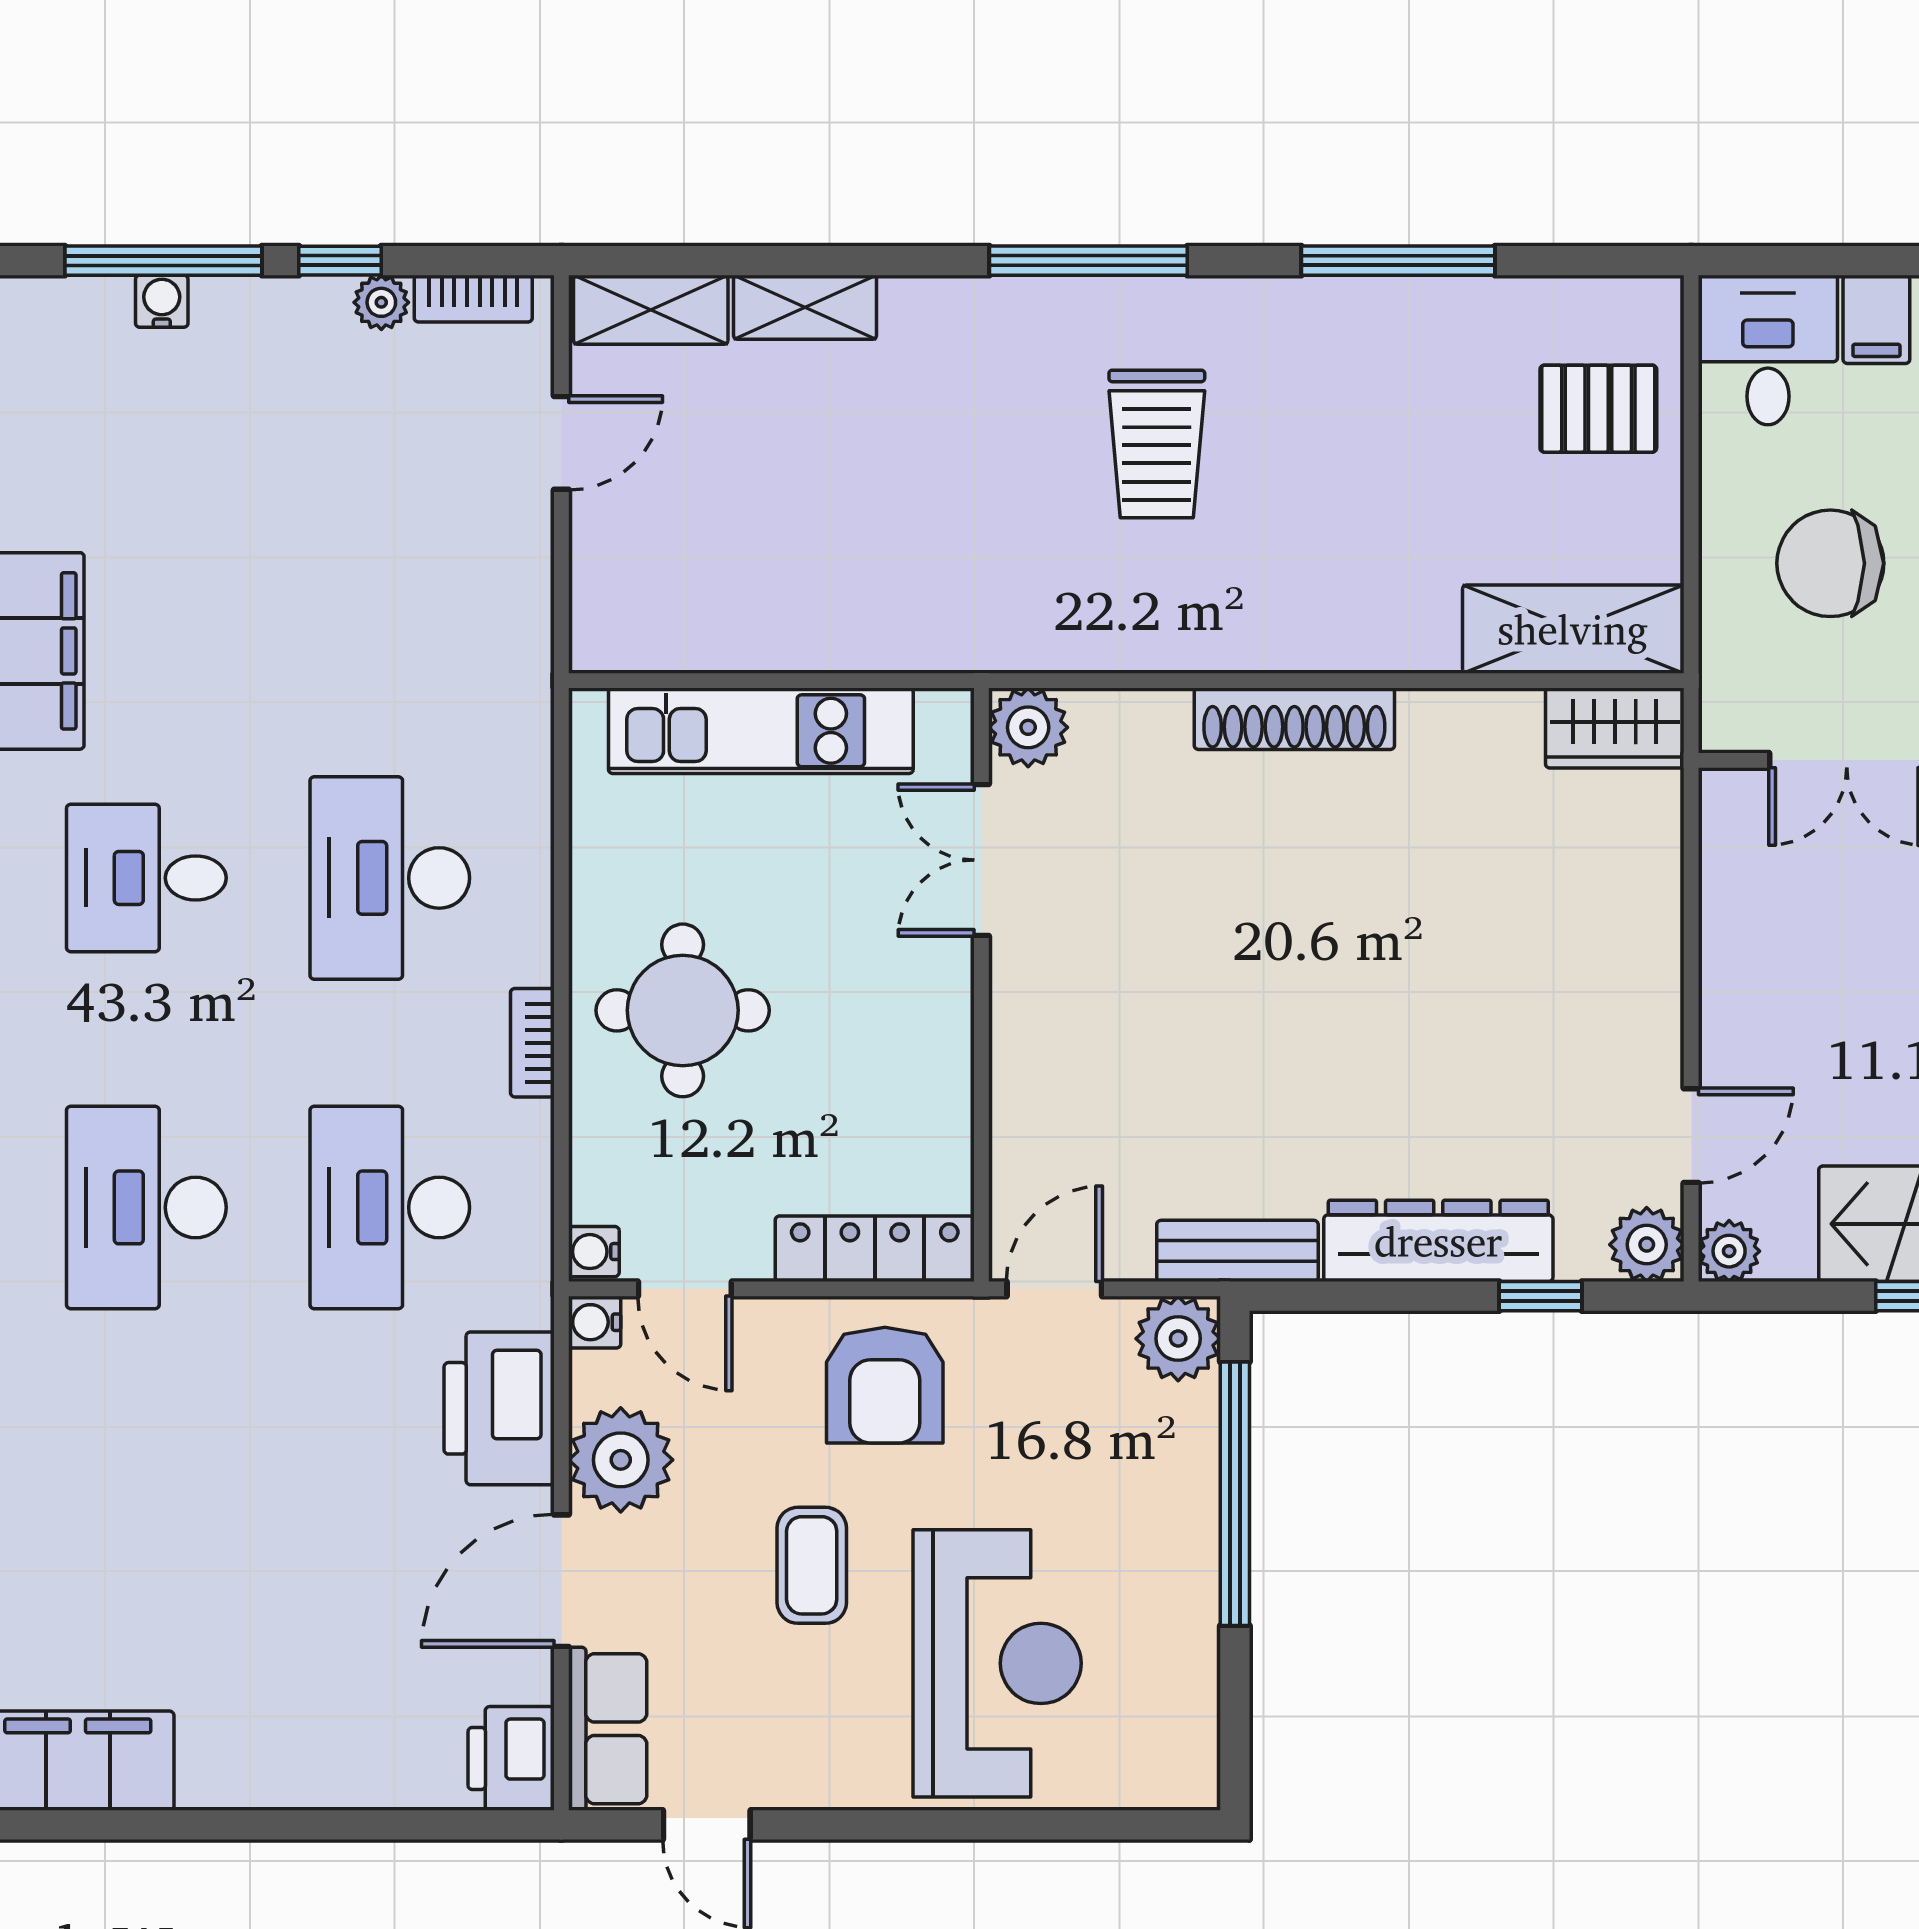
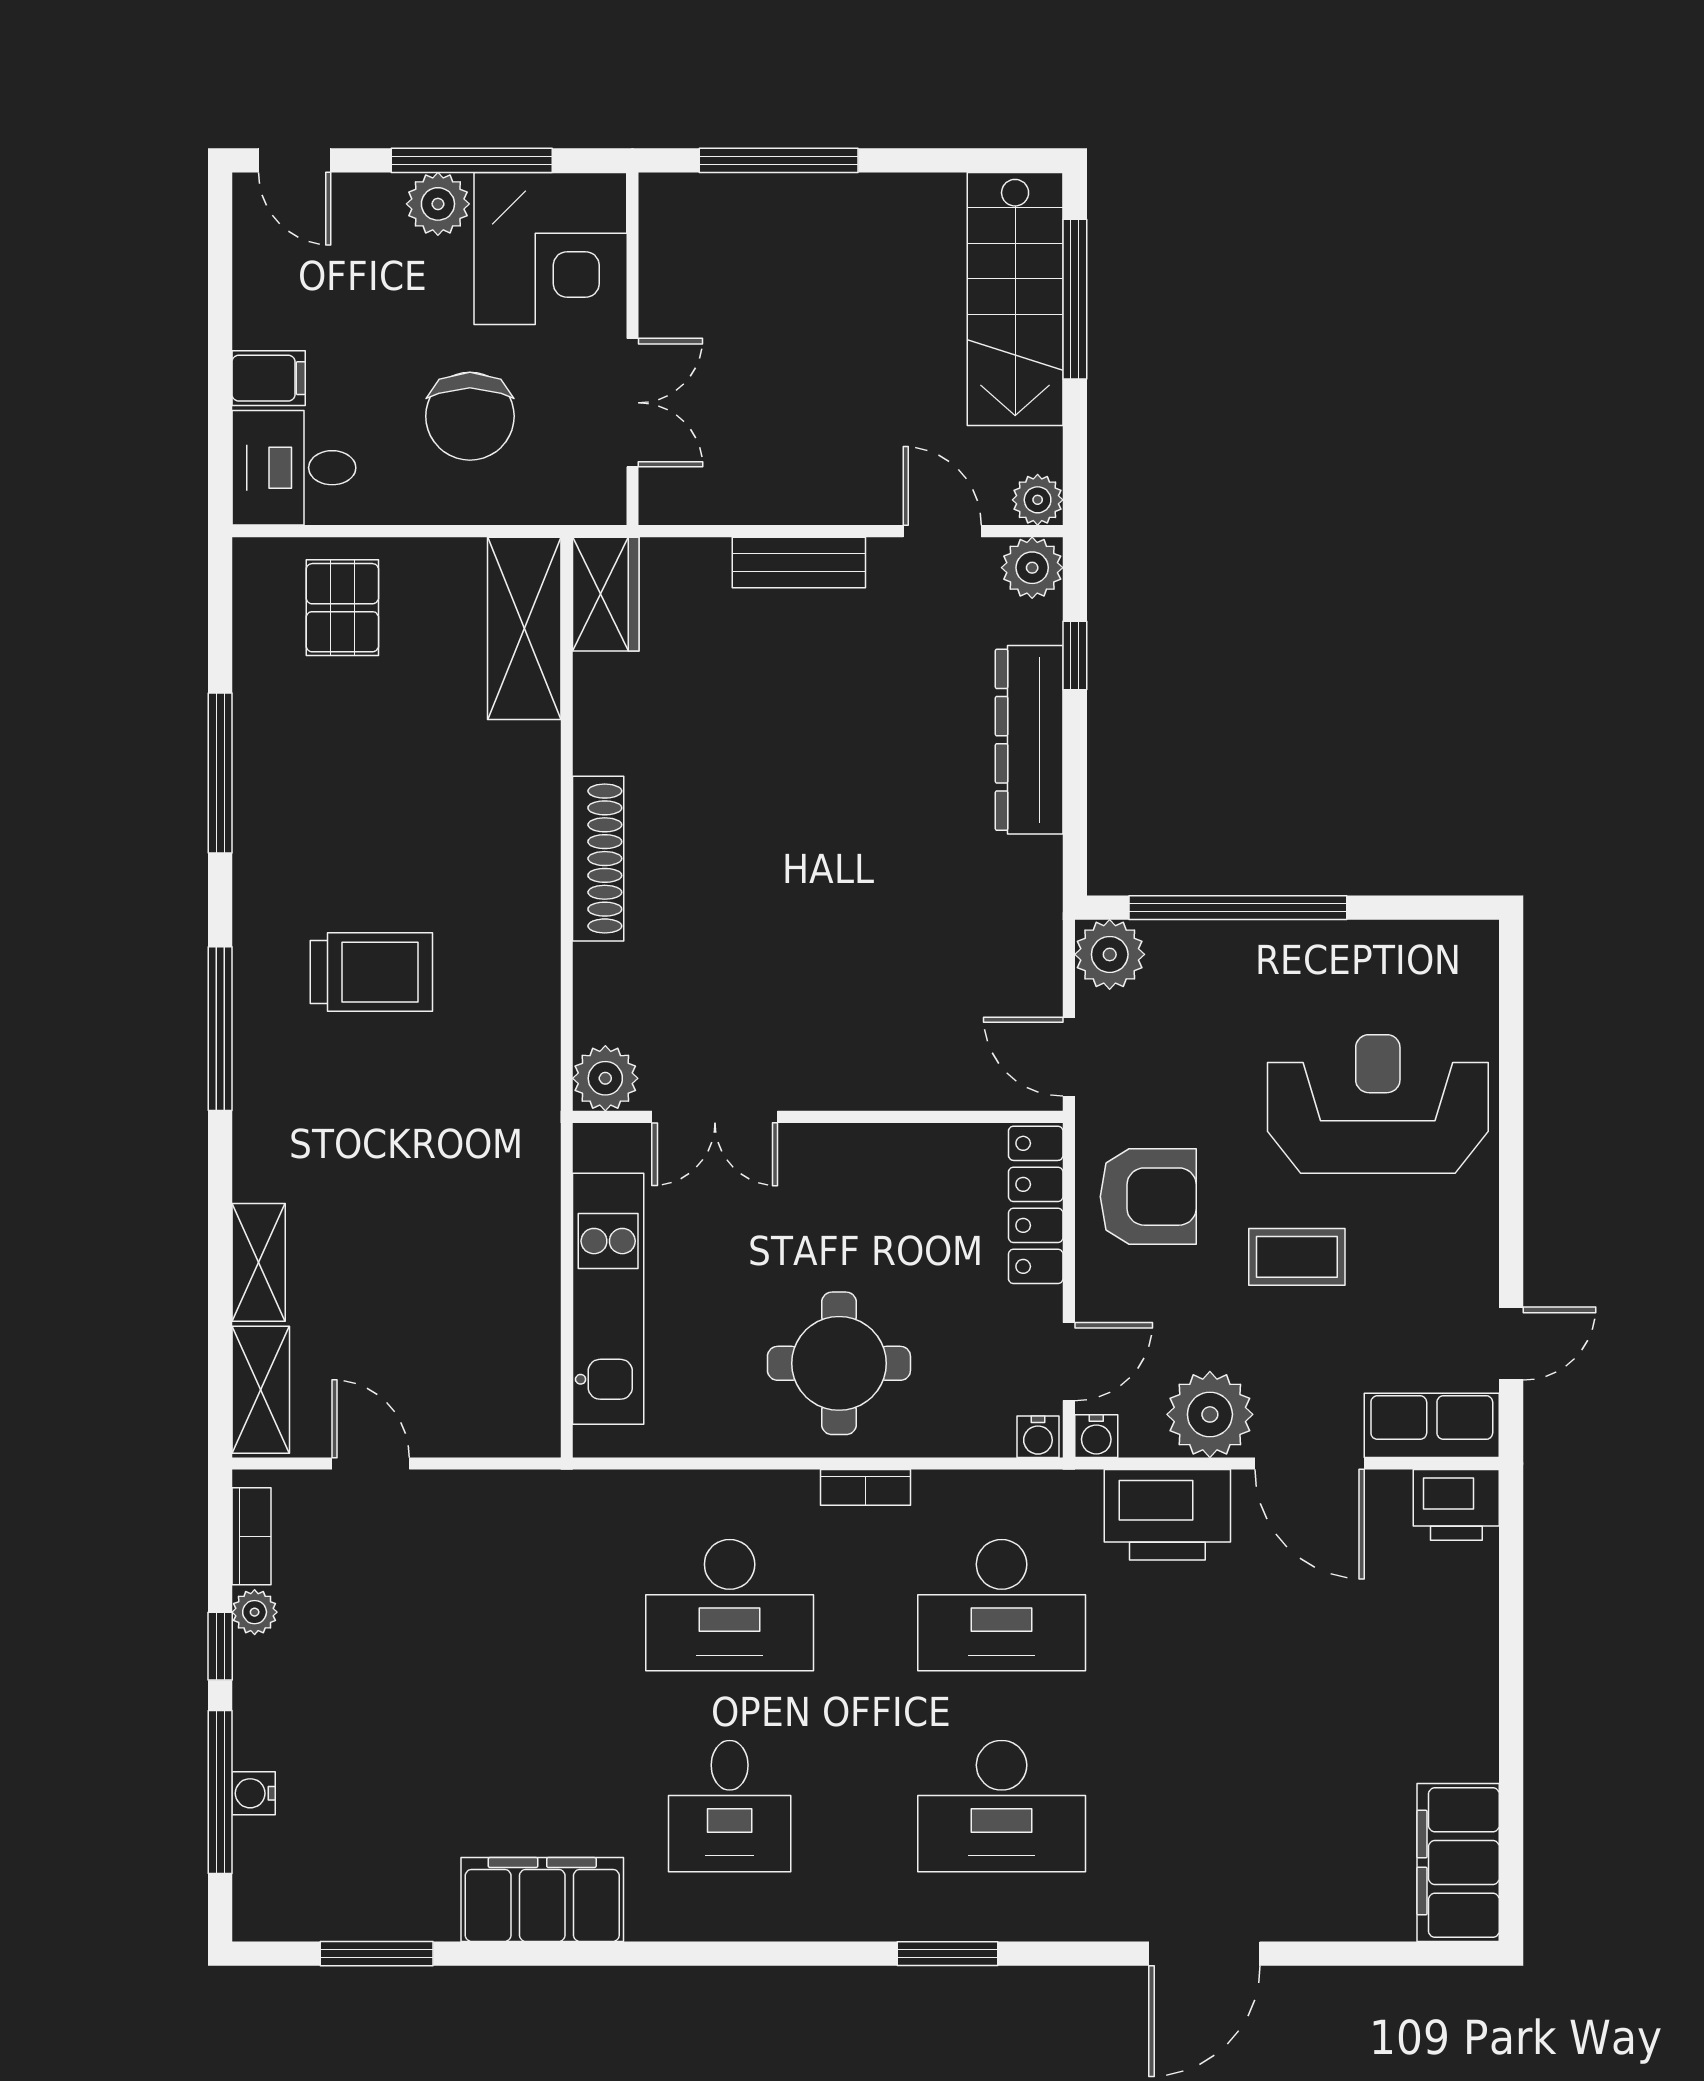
bench: (1237, 1251) -> (799, 562), moved, turned 90

